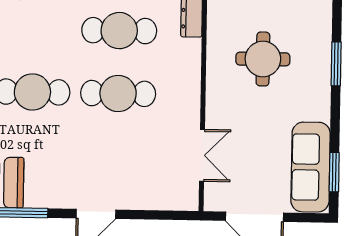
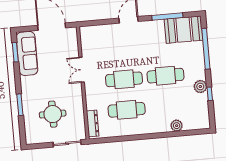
round table: (263, 59) -> (53, 114), moved
double door: (202, 155) -> (82, 70), moved

